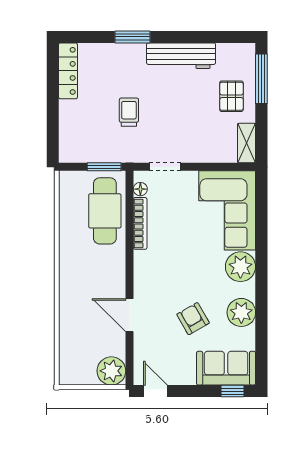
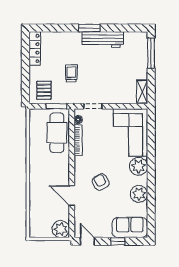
window: (133, 37) -> (89, 28), moved
pallet: (231, 96) -> (44, 90), moved
armchair: (193, 319) -> (101, 182), moved
window: (232, 391) -> (118, 241), moved

